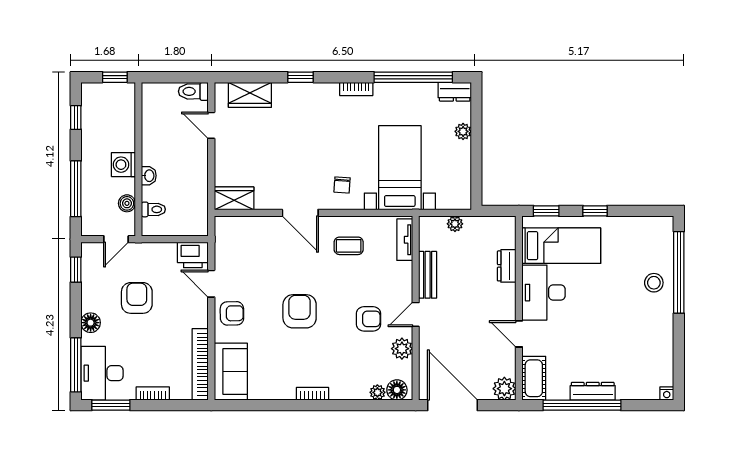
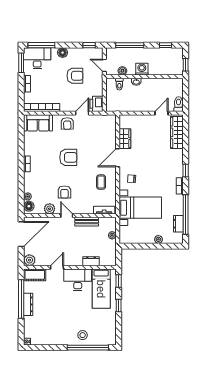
window: (300, 77) -> (186, 170), moved
dresser: (455, 92) -> (178, 224), moved
wardrobe: (250, 95) -> (177, 132), width x1.50
wardrobe: (234, 198) -> (125, 139), moved

